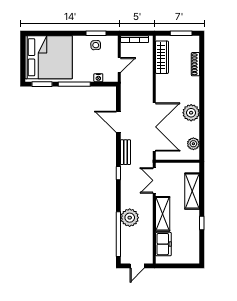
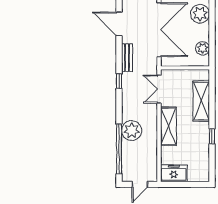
freezer: (163, 244) -> (174, 173), moved, turned -90

